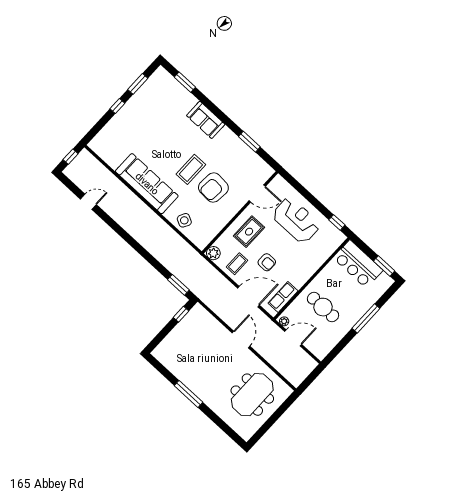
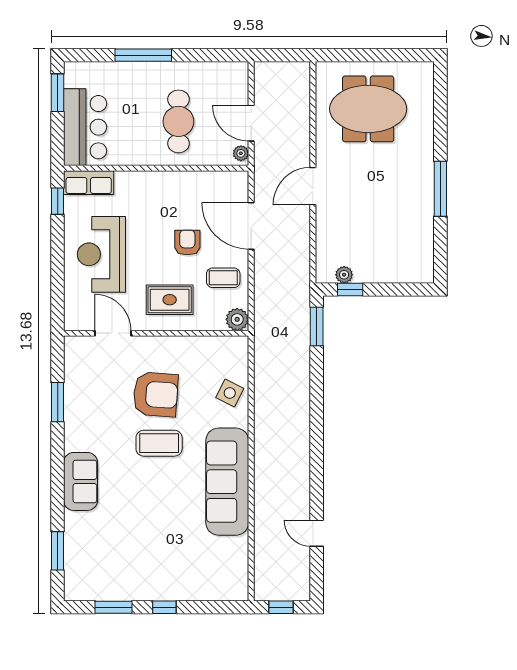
row of seats: (283, 297) -> (89, 183), moved
plant: (190, 318) -> (344, 275), added

